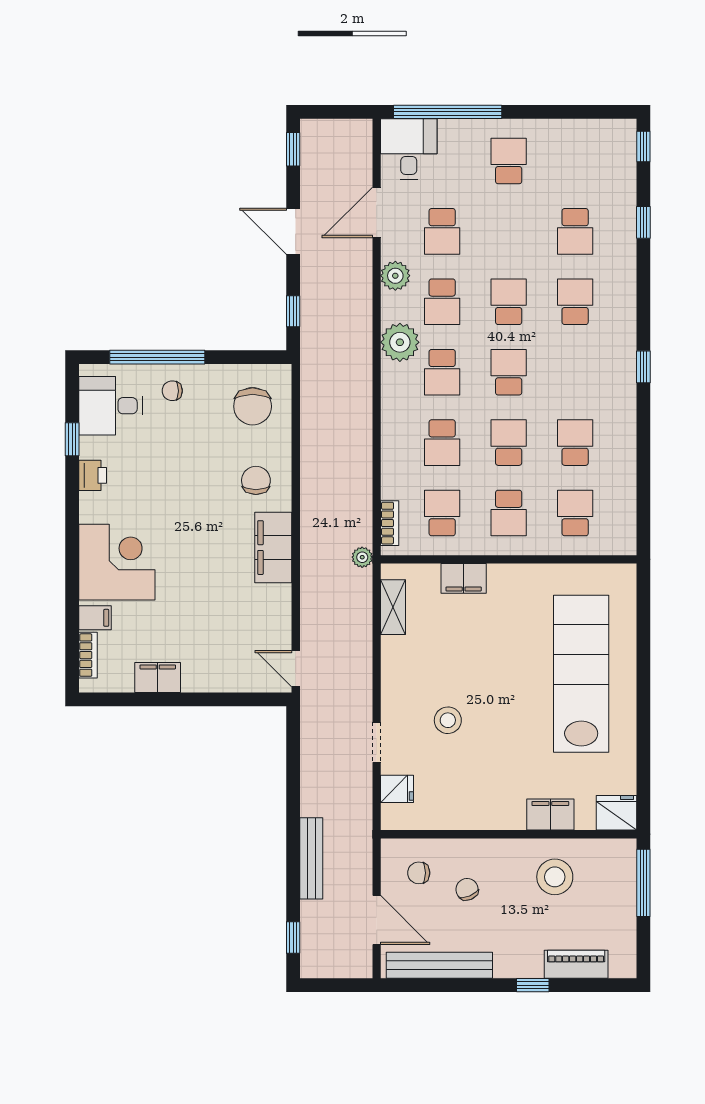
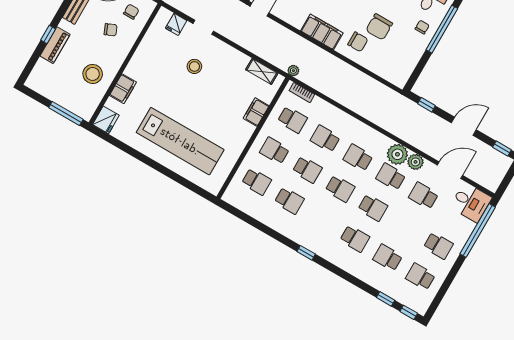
school desk: (575, 161) -> (420, 277), added
door: (377, 212) -> (450, 170), hinge flipped
window: (643, 222) -> (386, 299), moved
plant: (400, 342) -> (397, 154), moved
chair: (253, 406) -> (379, 27), moved, turned -90
piano: (576, 964) -> (55, 45), moved

